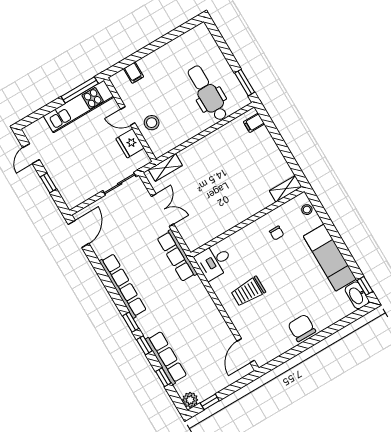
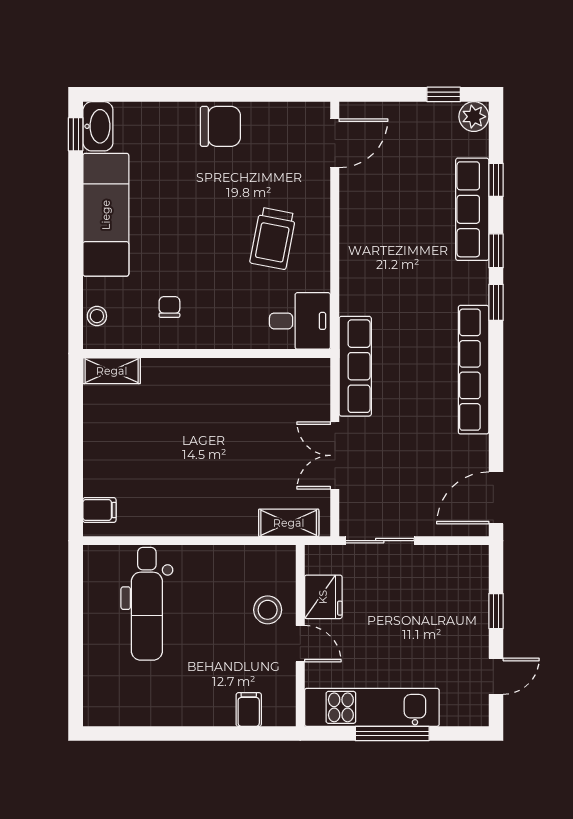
window: (245, 83) -> (76, 585), removed
window: (80, 90) -> (392, 734), moved
trolley: (248, 291) -> (273, 238), turned 101
chair: (302, 328) -> (220, 126), turned -90

